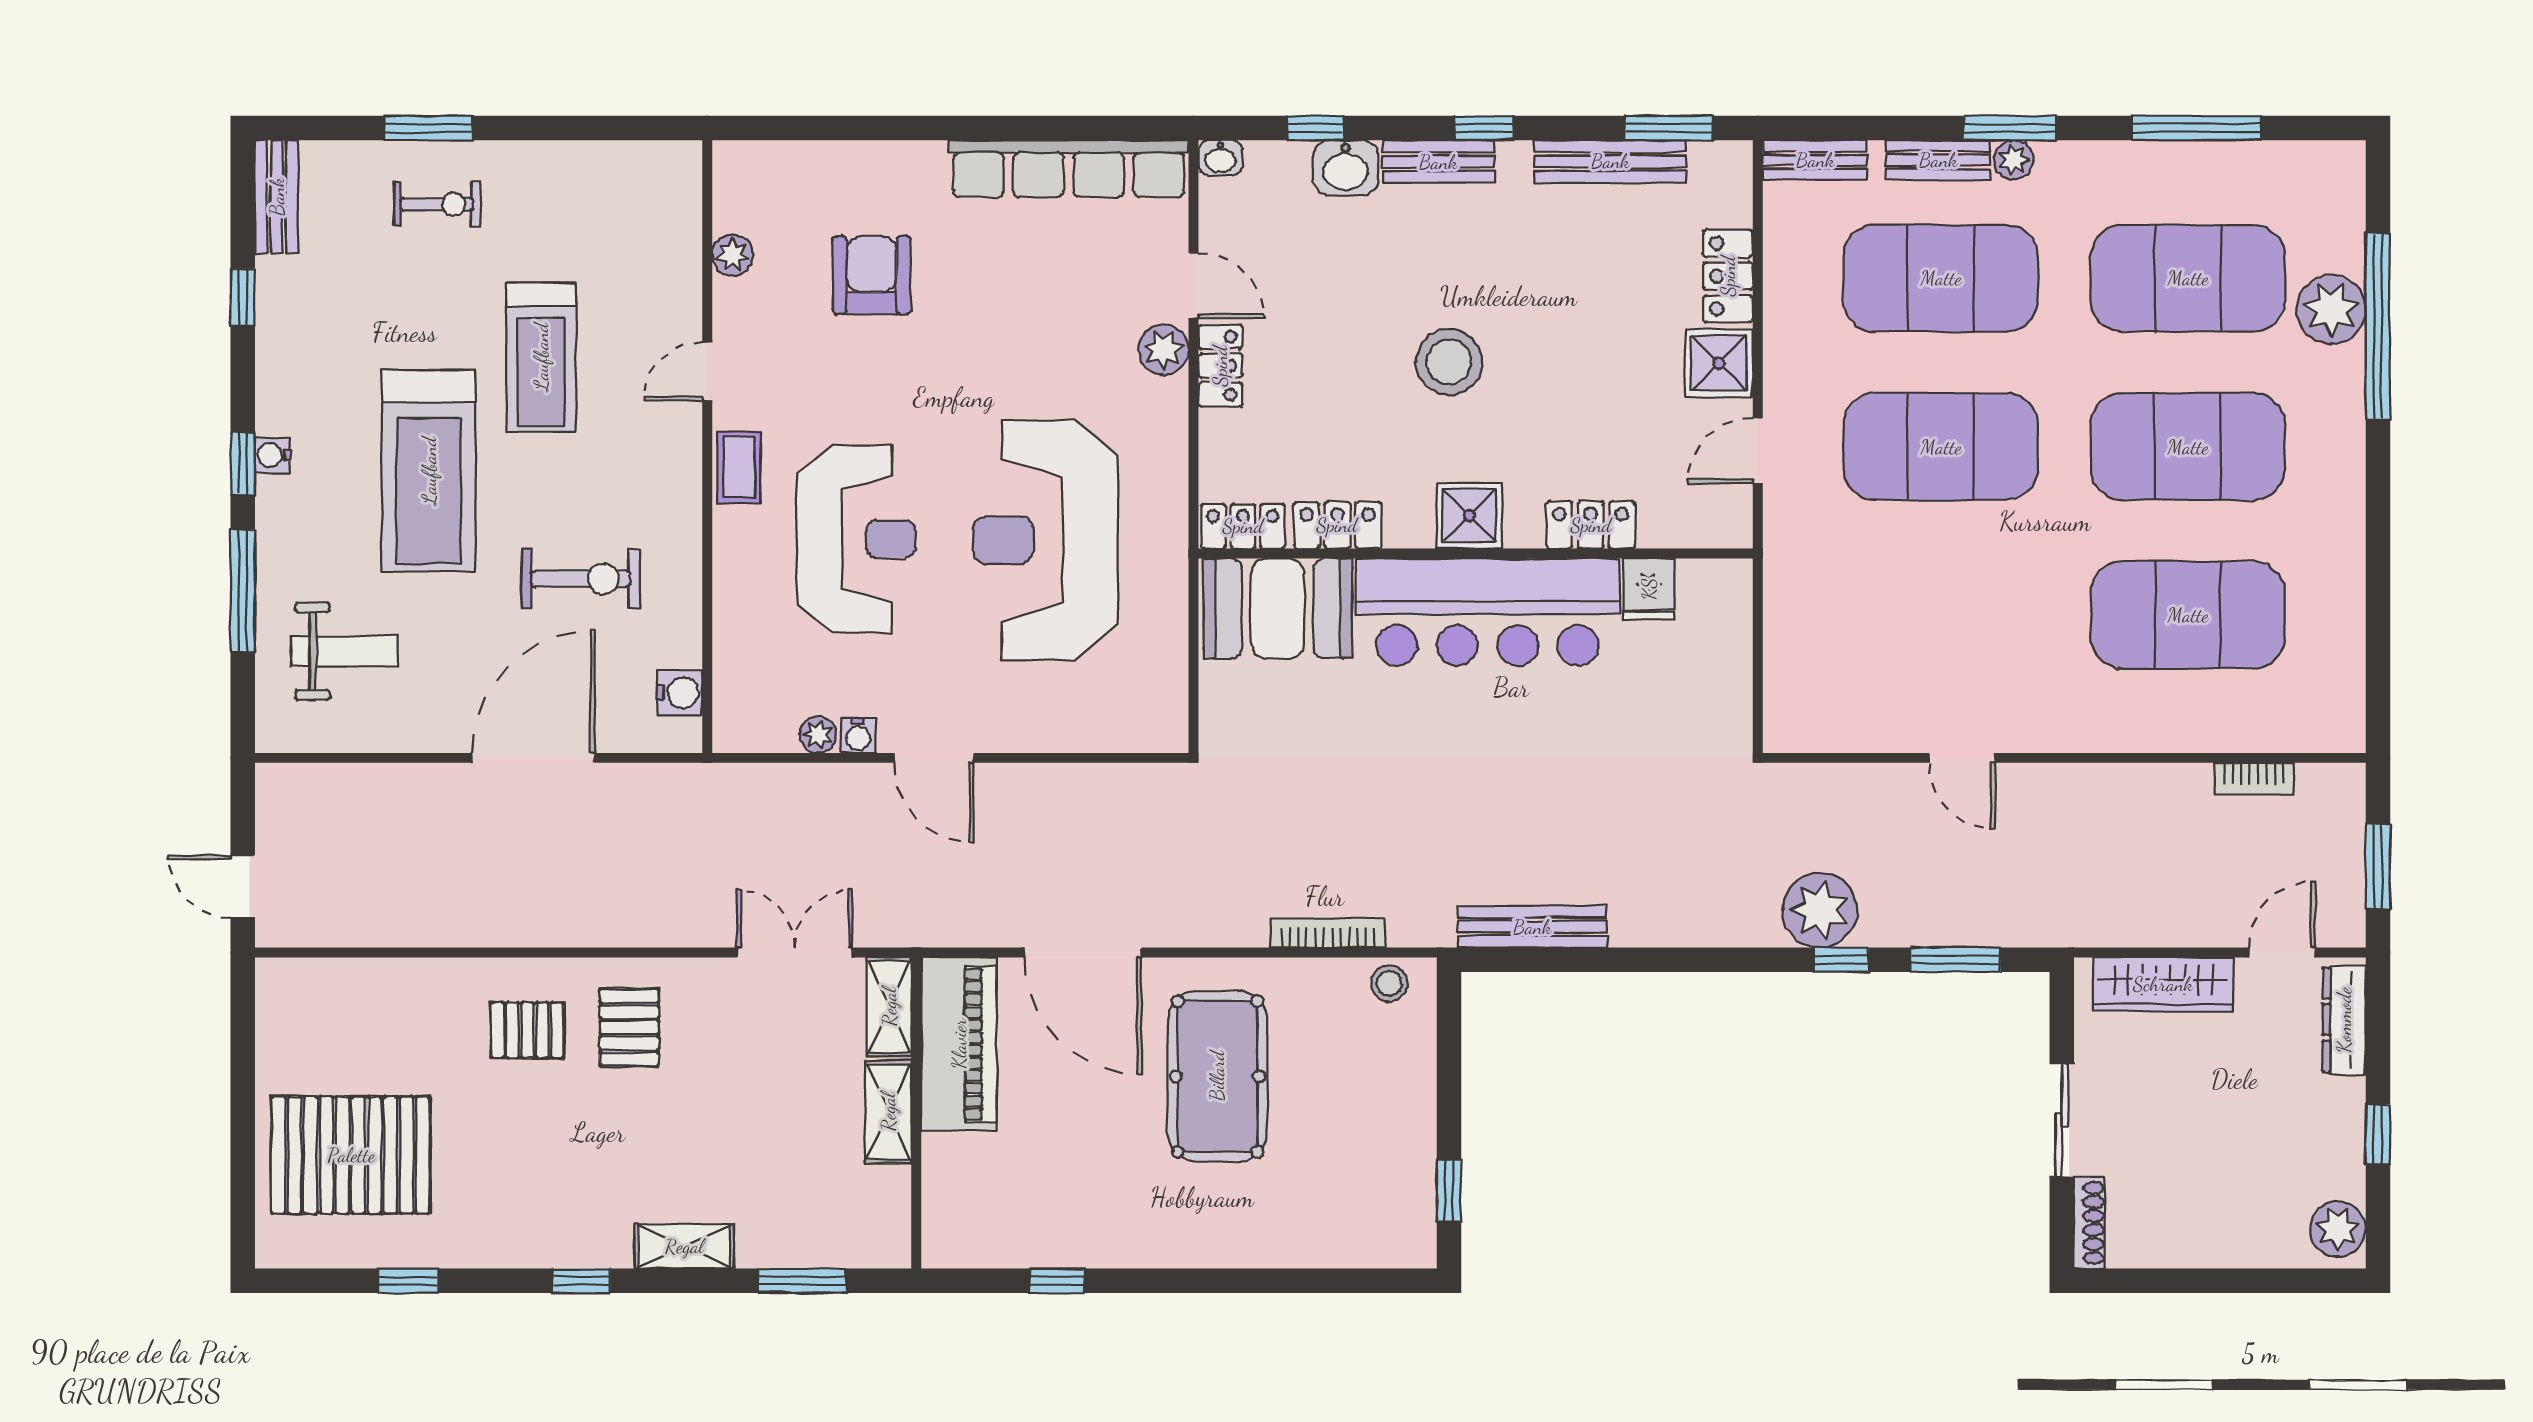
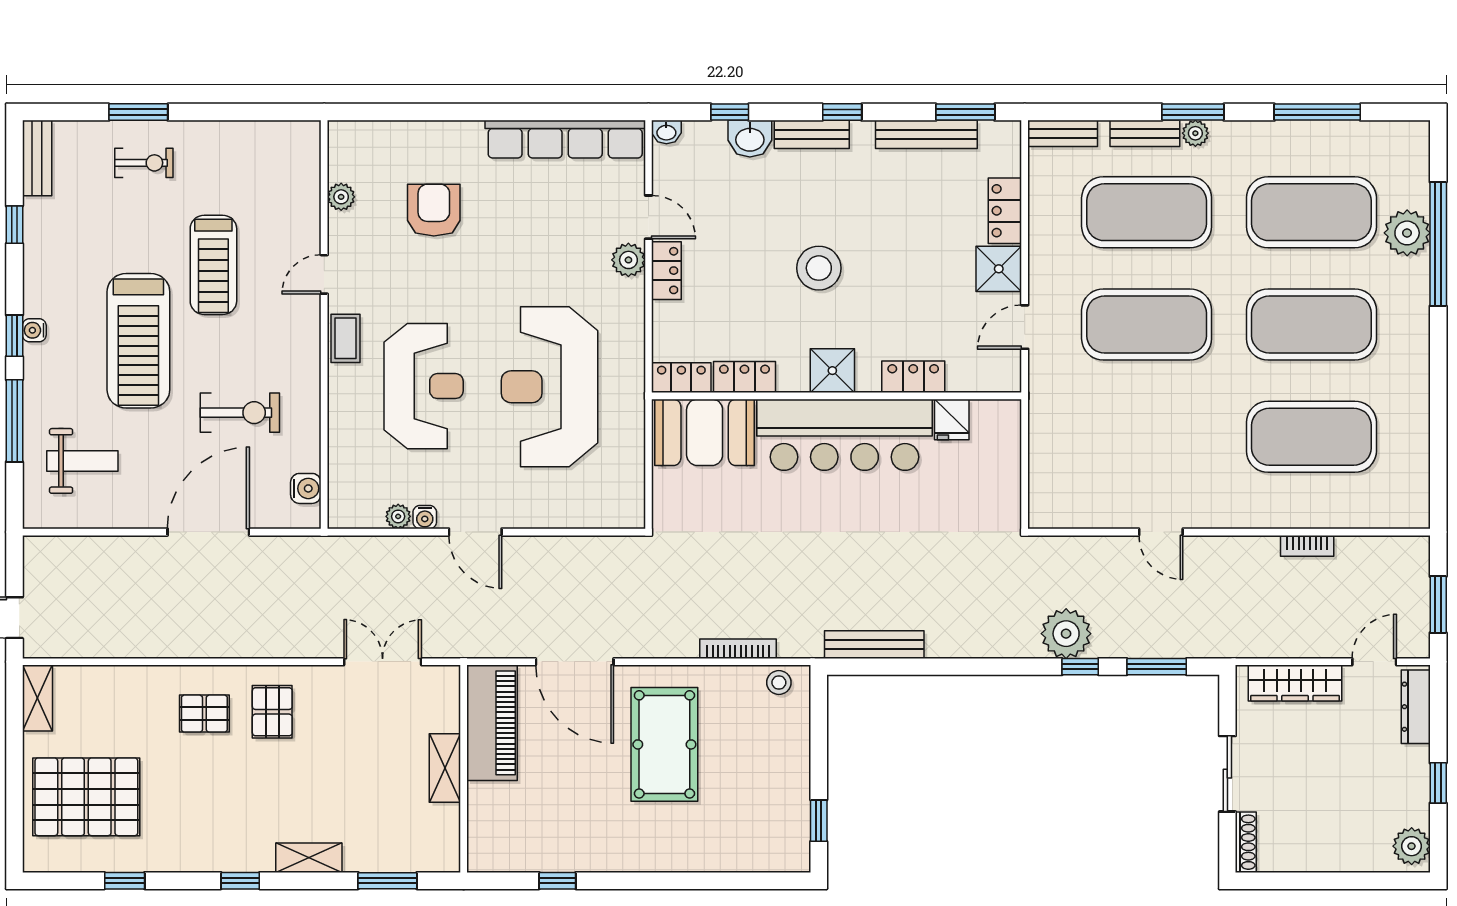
bookcase: (2254, 779) -> (1307, 546), moved
shelving: (889, 1007) -> (37, 698), moved

